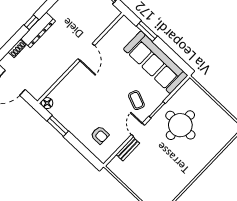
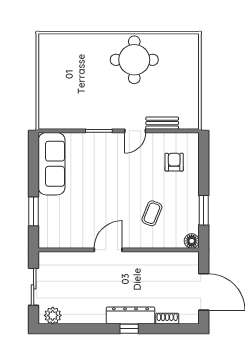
sofa: (156, 62) -> (52, 164), width x0.74, depth x0.79
coffee table: (136, 100) -> (152, 213), moved
round table: (180, 125) -> (134, 60), moved

